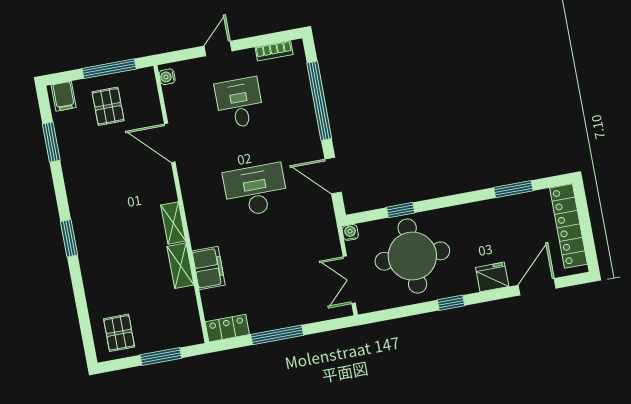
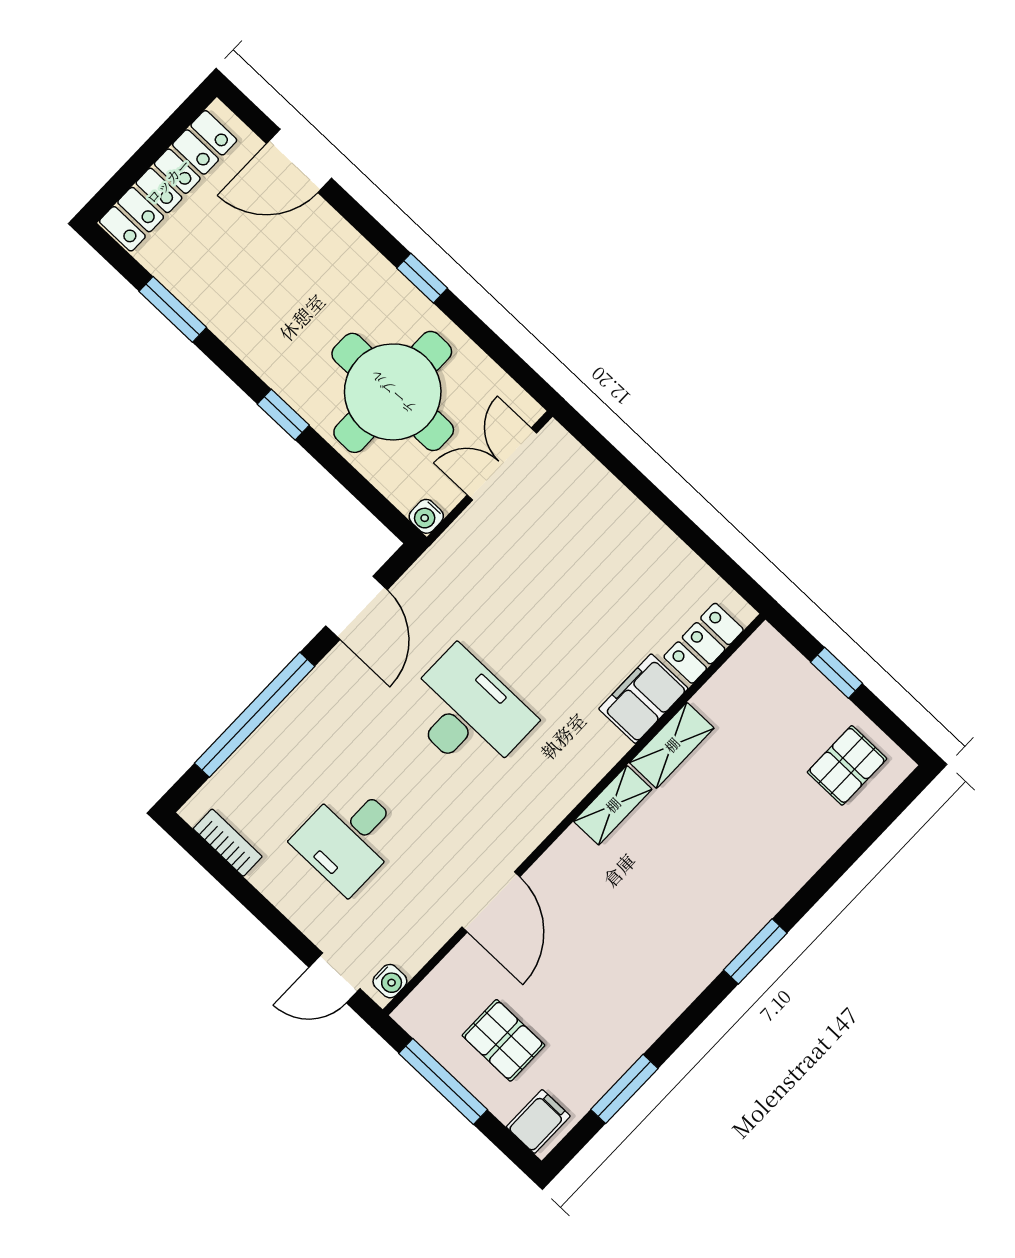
door: (218, 48) -> (334, 978), moved
pallet: (108, 106) -> (503, 1040), turned 90
desk: (256, 190) -> (468, 713), turned 180
window: (401, 210) -> (283, 415), moved
fridge: (492, 277) -> (335, 243), removed
double door: (349, 280) -> (502, 464), swing flipped
locker: (227, 328) -> (704, 643), moved, turned 90
window: (277, 335) -> (670, 515), removed
window: (161, 356) -> (836, 673), width x0.67

